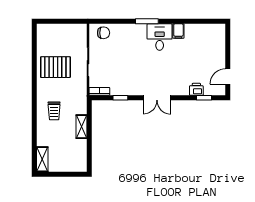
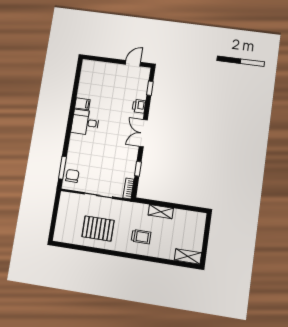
window: (147, 21) -> (62, 168), moved
pallet: (55, 67) -> (98, 228), turned 90
door: (228, 77) -> (133, 63), swing flipped
printer: (196, 89) -> (139, 106), moved
double door: (157, 98) -> (143, 133), swing flipped

